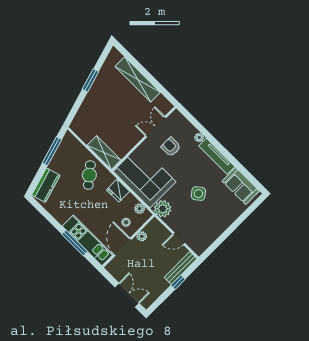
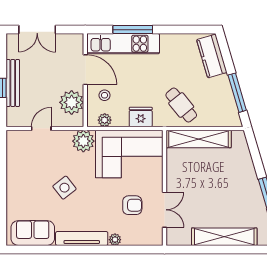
shelving: (104, 153) -> (199, 139), width x1.47
plant: (142, 236) -> (72, 102), width x1.87, depth x1.87
bench: (181, 268) -> (13, 83), moved

